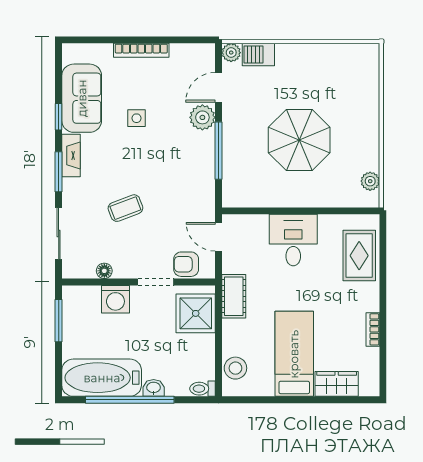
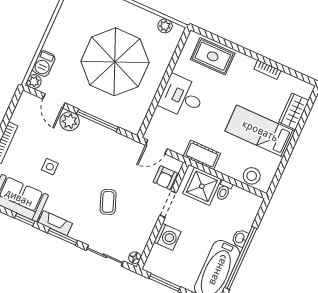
parasol: (299, 140) -> (115, 62), width x1.36, depth x1.36
floor lamp: (104, 271) -> (135, 258), moved
toilet: (203, 389) -> (224, 191), moved

